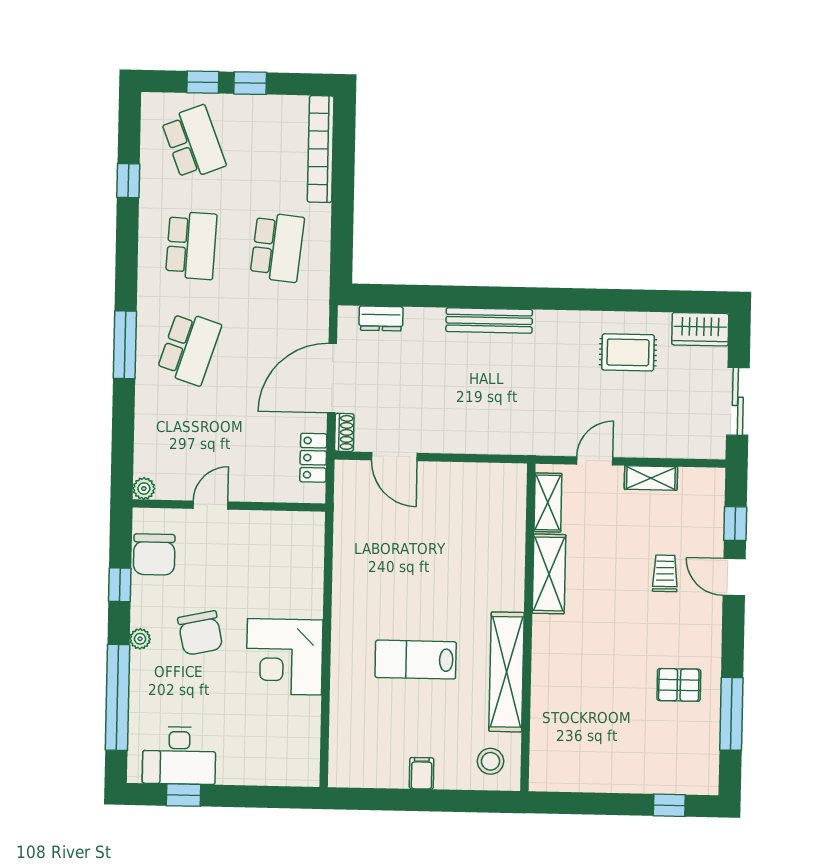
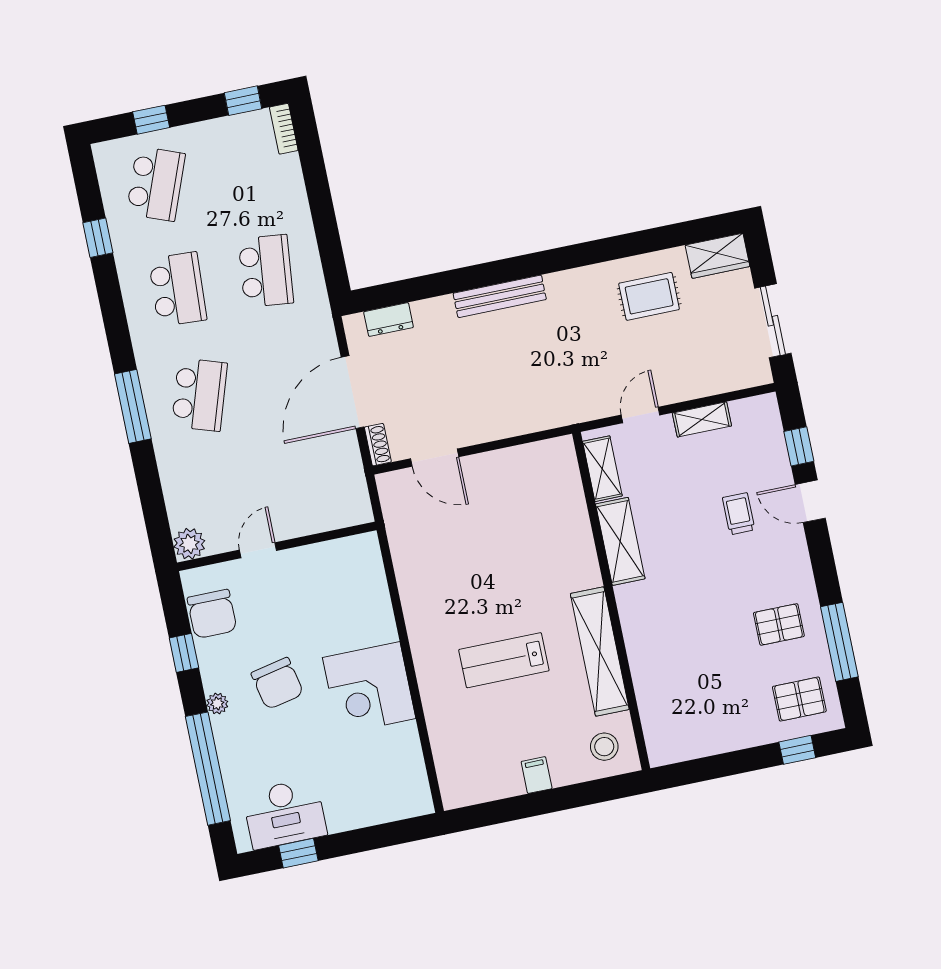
window: (250, 83) -> (243, 101), moved
school desk: (193, 143) -> (156, 184), turned 42
bookcase: (321, 149) -> (284, 129), width x0.43, depth x0.76
locker: (313, 458) -> (352, 478), removed
plant: (144, 489) -> (189, 544), width x1.38, depth x1.38
pallet: (682, 759) -> (799, 699), added

